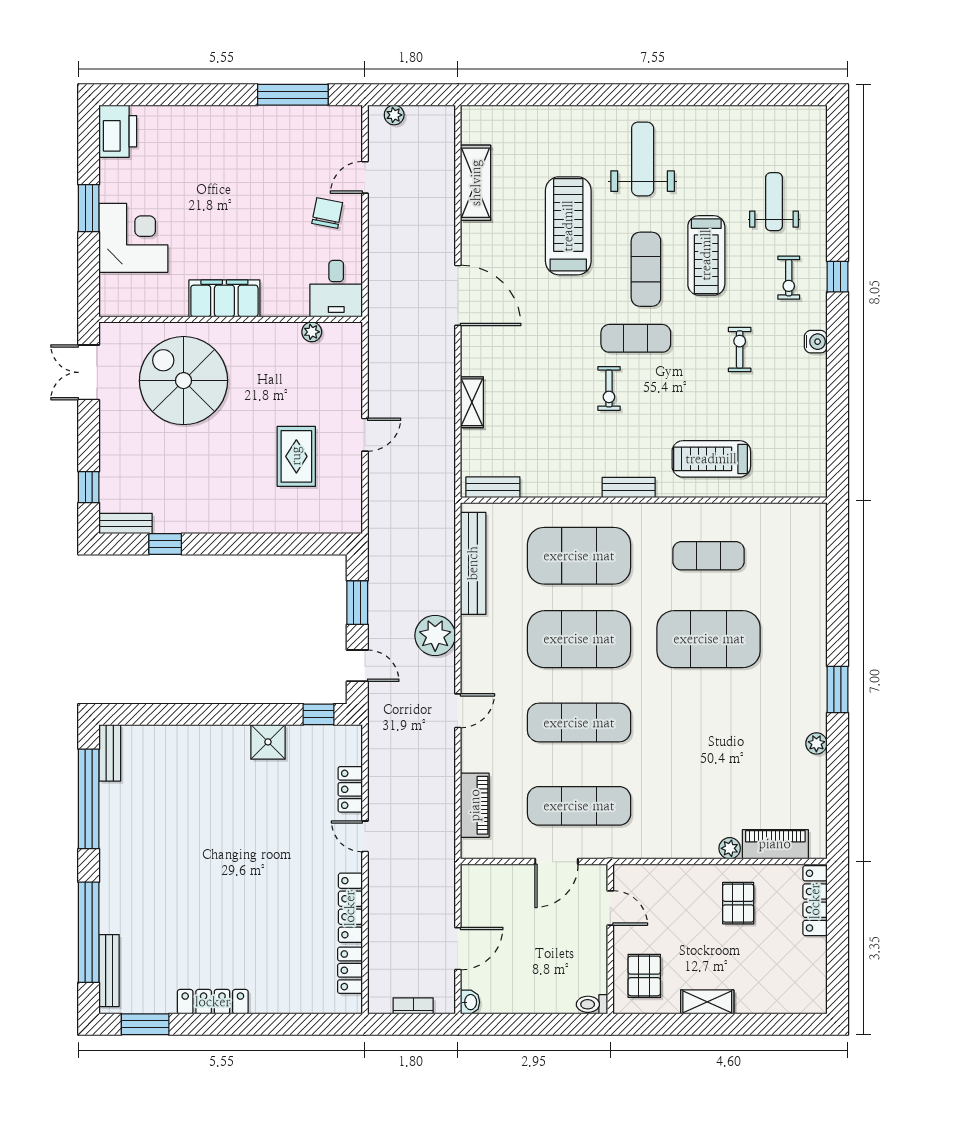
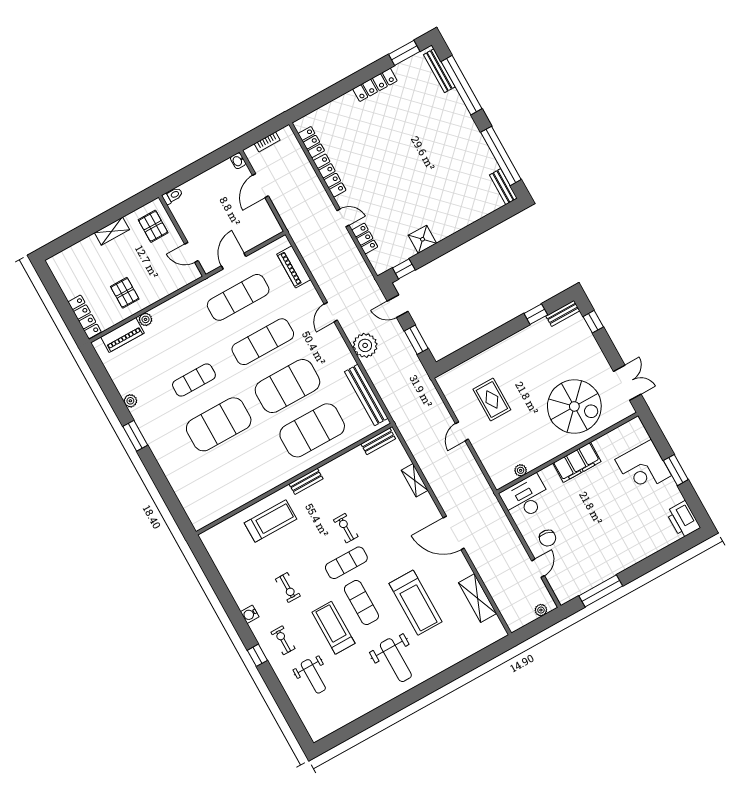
desk: (336, 289) -> (526, 498), width x1.37
exercise mat: (709, 556) -> (194, 380), moved

